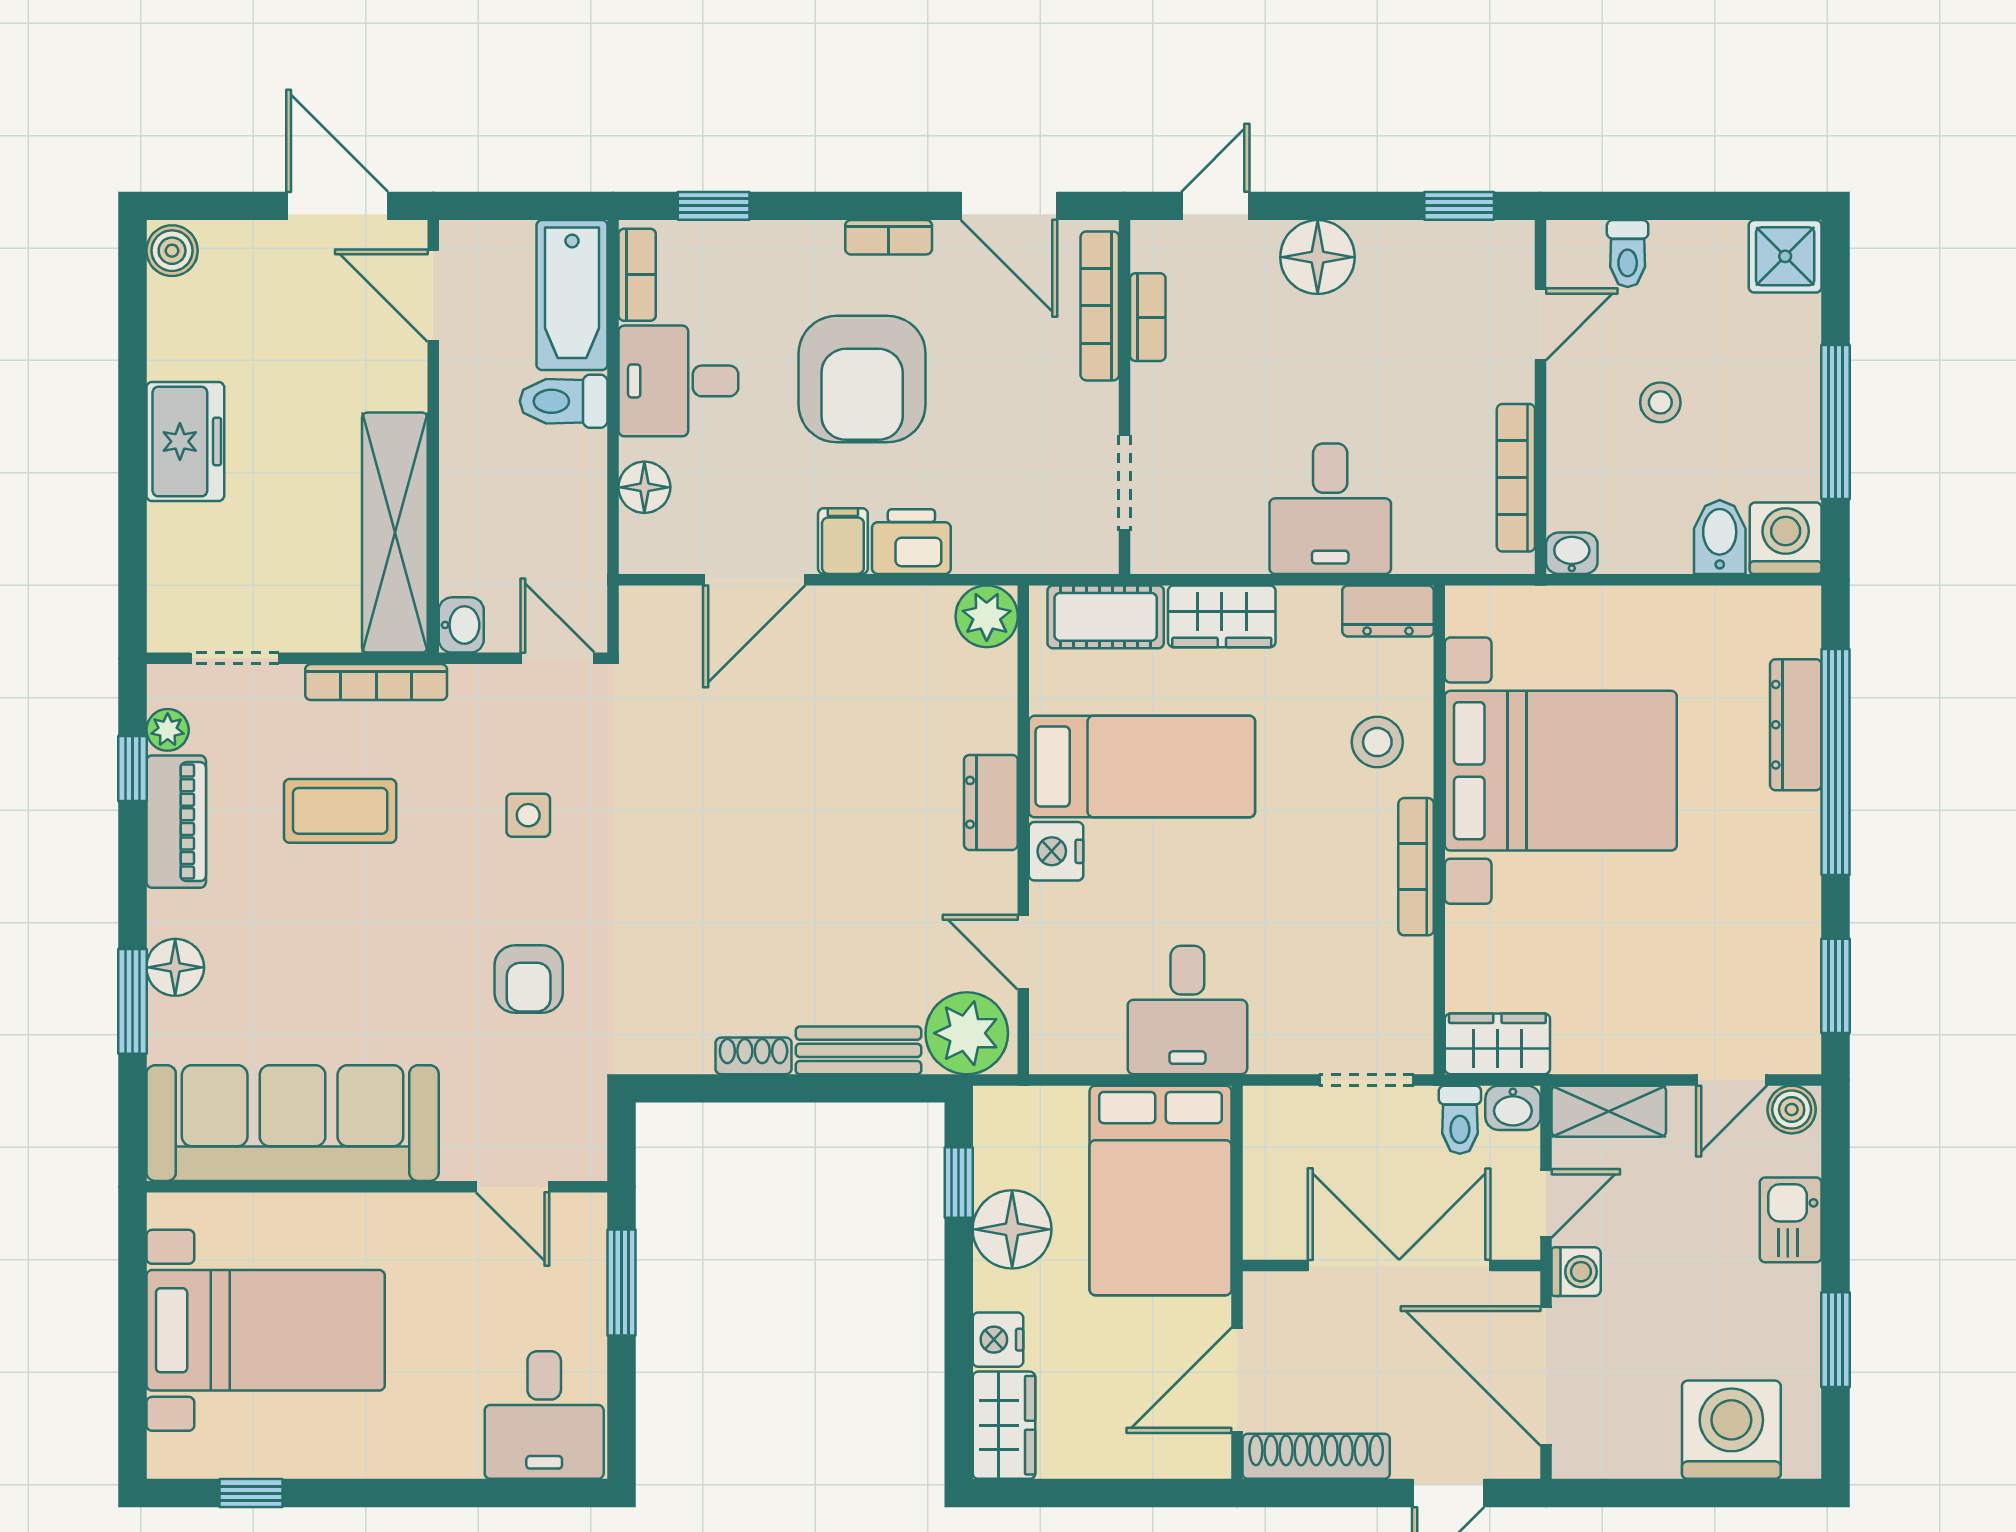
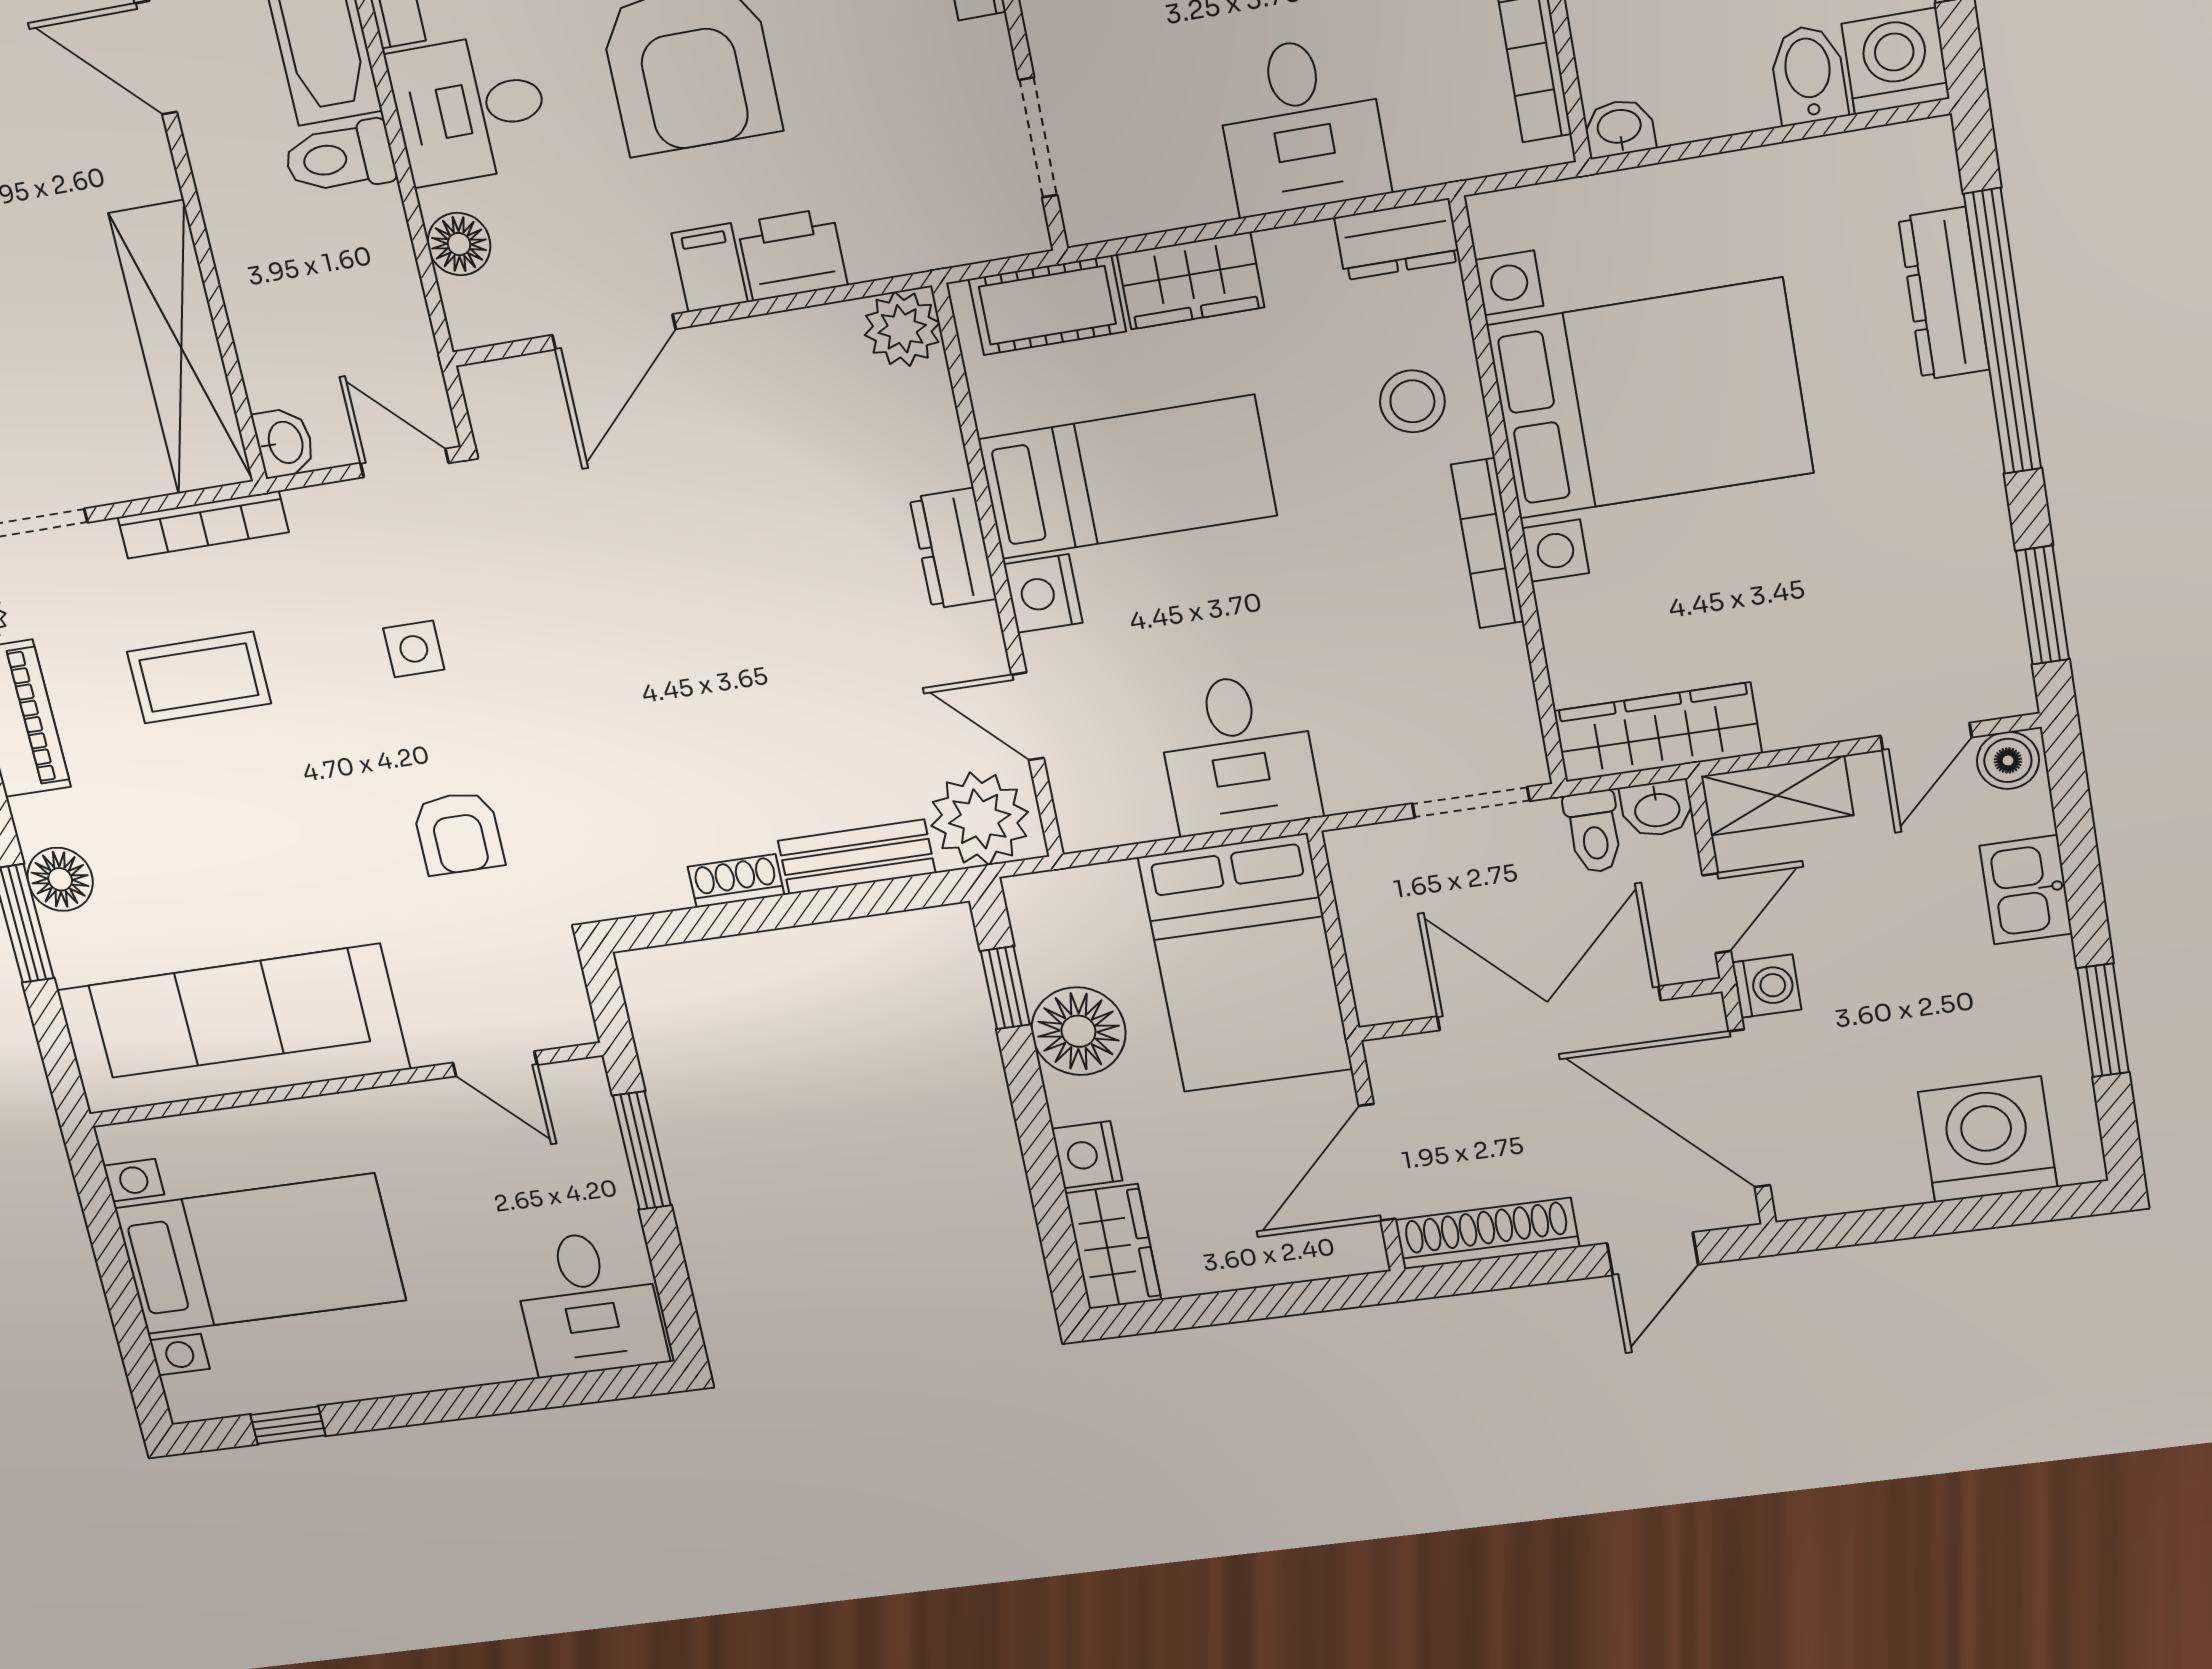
wardrobe: (1497, 1044) -> (1658, 732), width x1.50

